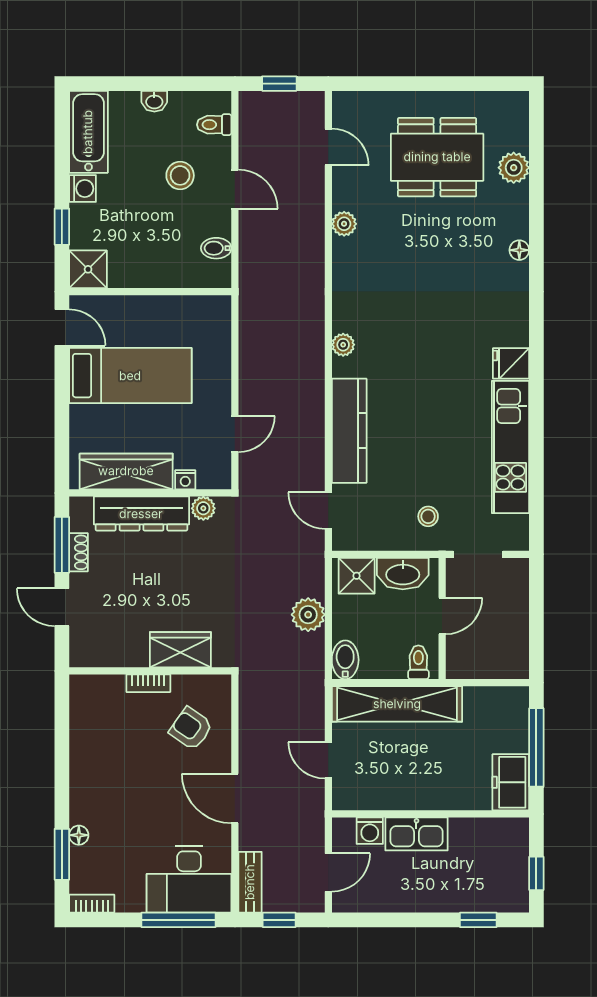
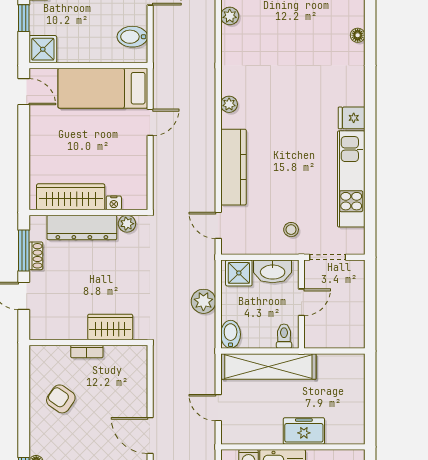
bidet: (216, 248) -> (132, 37), width x1.38, depth x1.36
bed: (130, 376) -> (103, 88), moved, turned 180
door: (235, 434) -> (150, 122), moved
armchair: (191, 729) -> (61, 399), moved
window: (536, 747) -> (370, 398), removed
freezer: (511, 782) -> (304, 431), moved, turned 90

